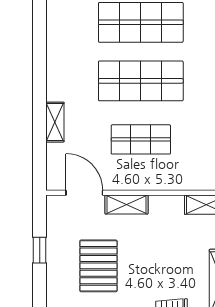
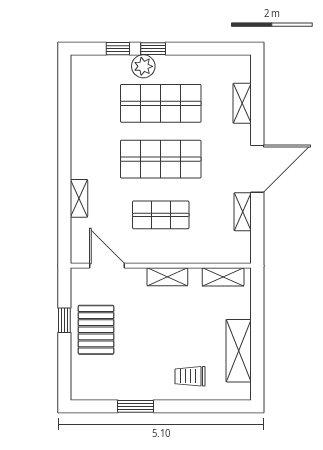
shelving: (127, 204) -> (167, 277), moved
pallet: (98, 266) -> (96, 330), moved

